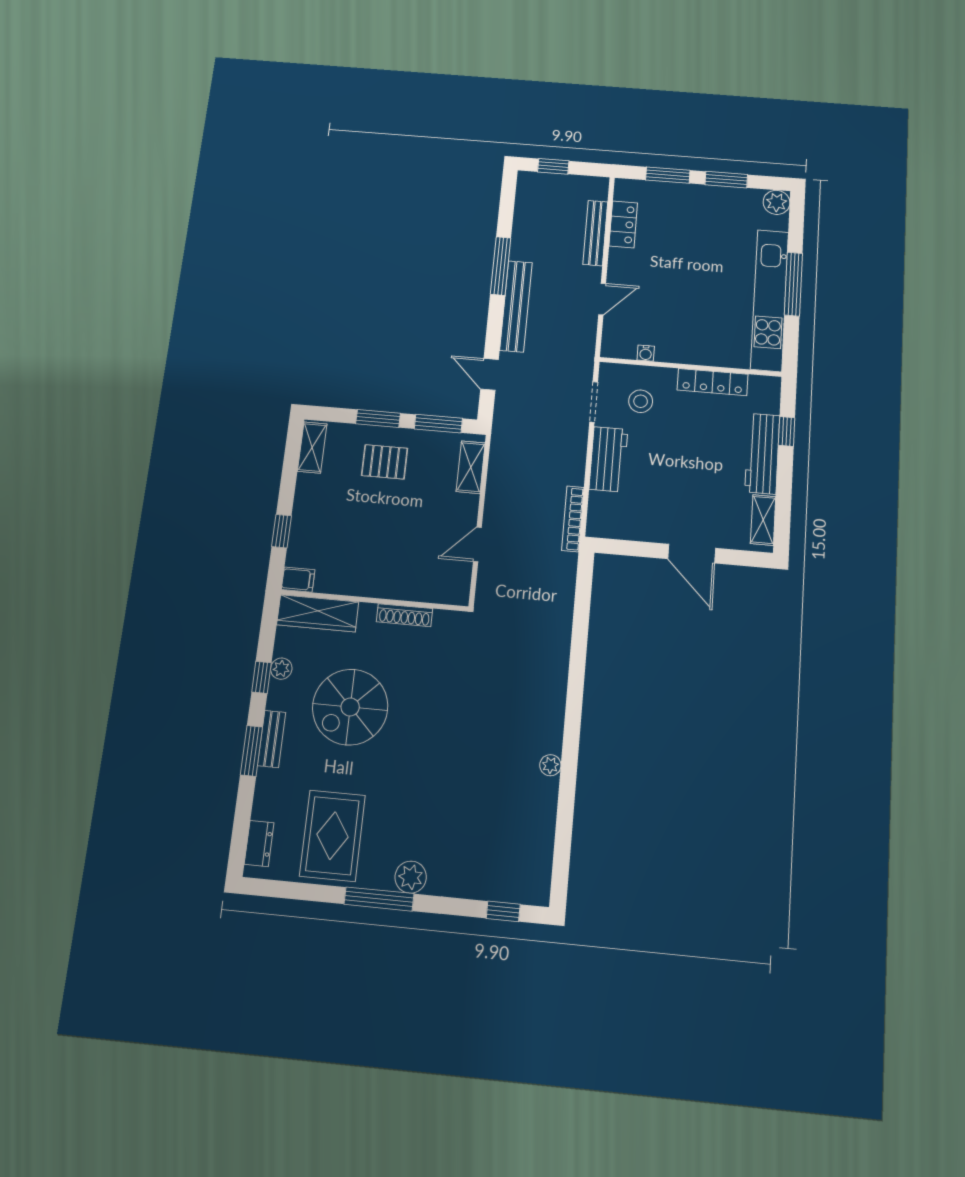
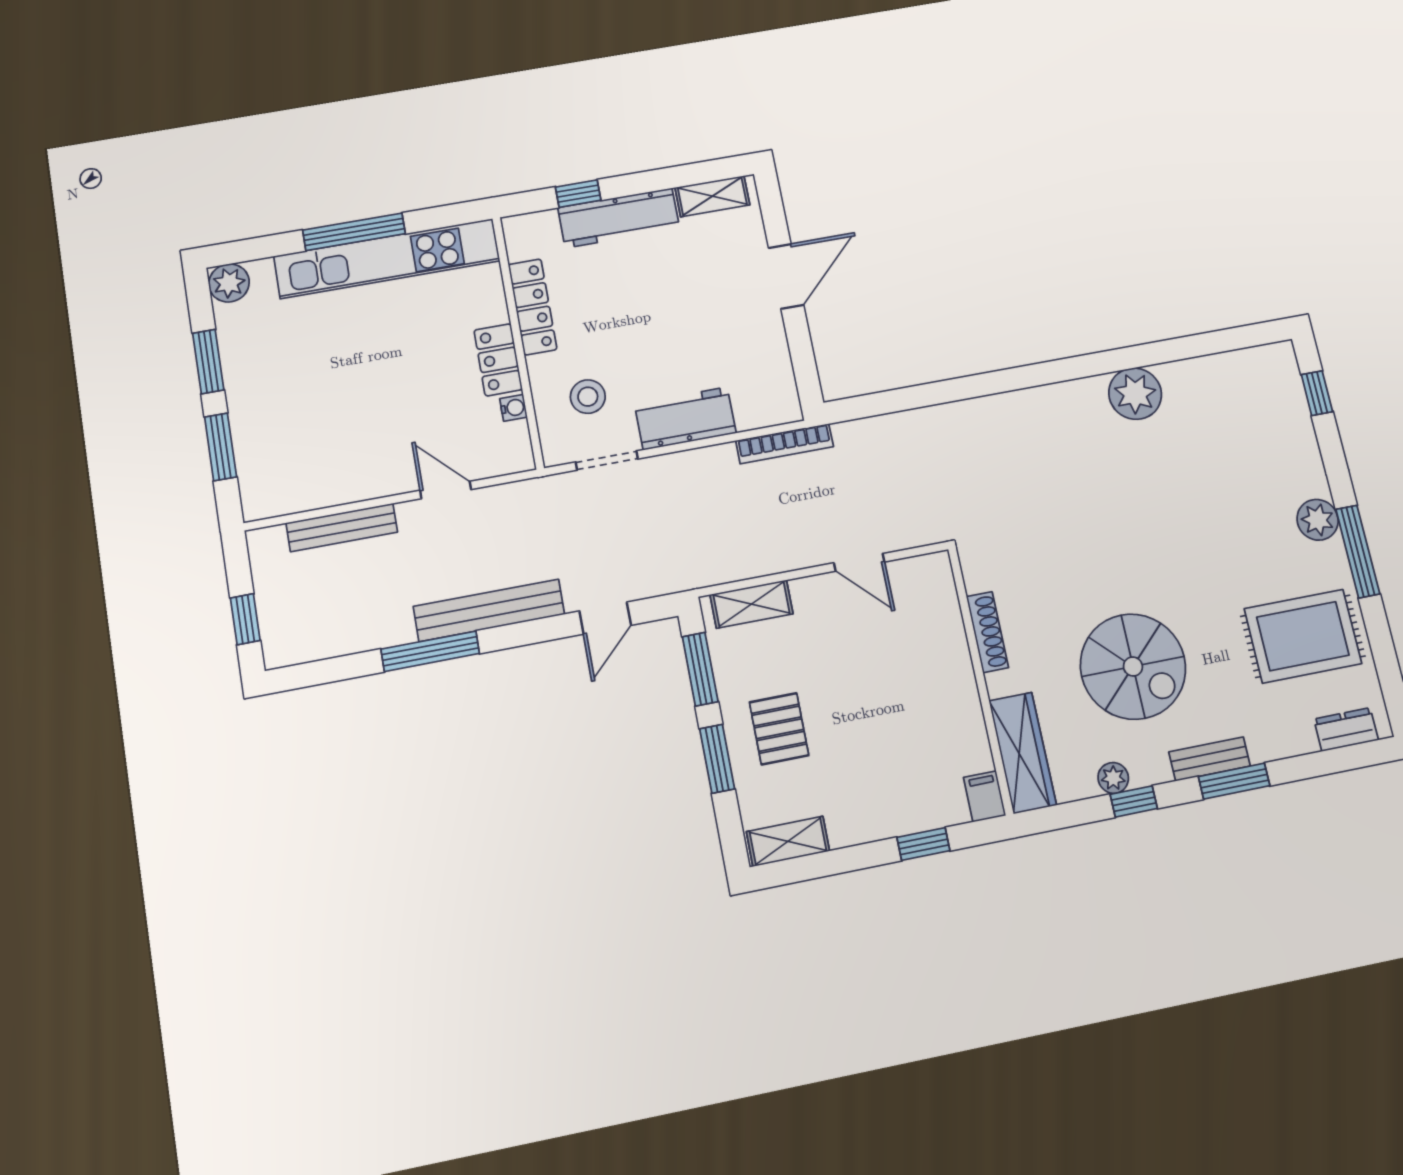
locker: (623, 224) -> (498, 360), moved, turned -90
plant: (550, 765) -> (1135, 394), width x1.87, depth x1.87

